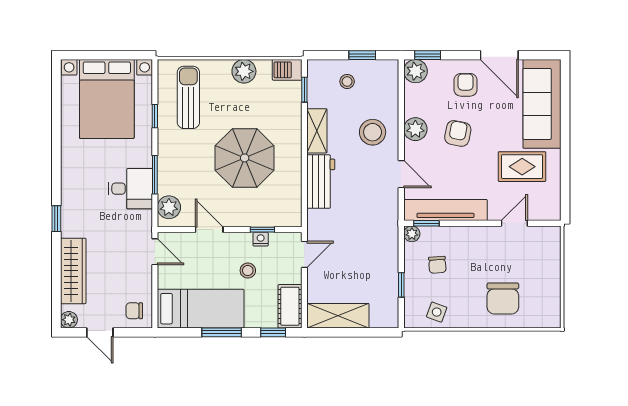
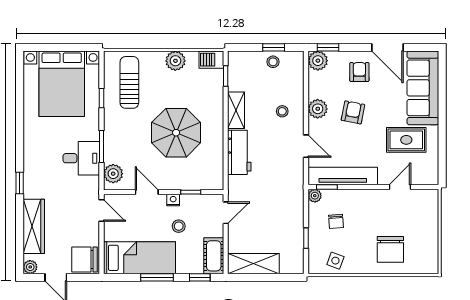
stool: (347, 81) -> (273, 62), moved
stool: (373, 132) -> (282, 111), width x0.53, depth x0.53
nightstand: (261, 239) -> (173, 200), moved
chair: (134, 311) -> (84, 260), width x1.87, depth x1.87

